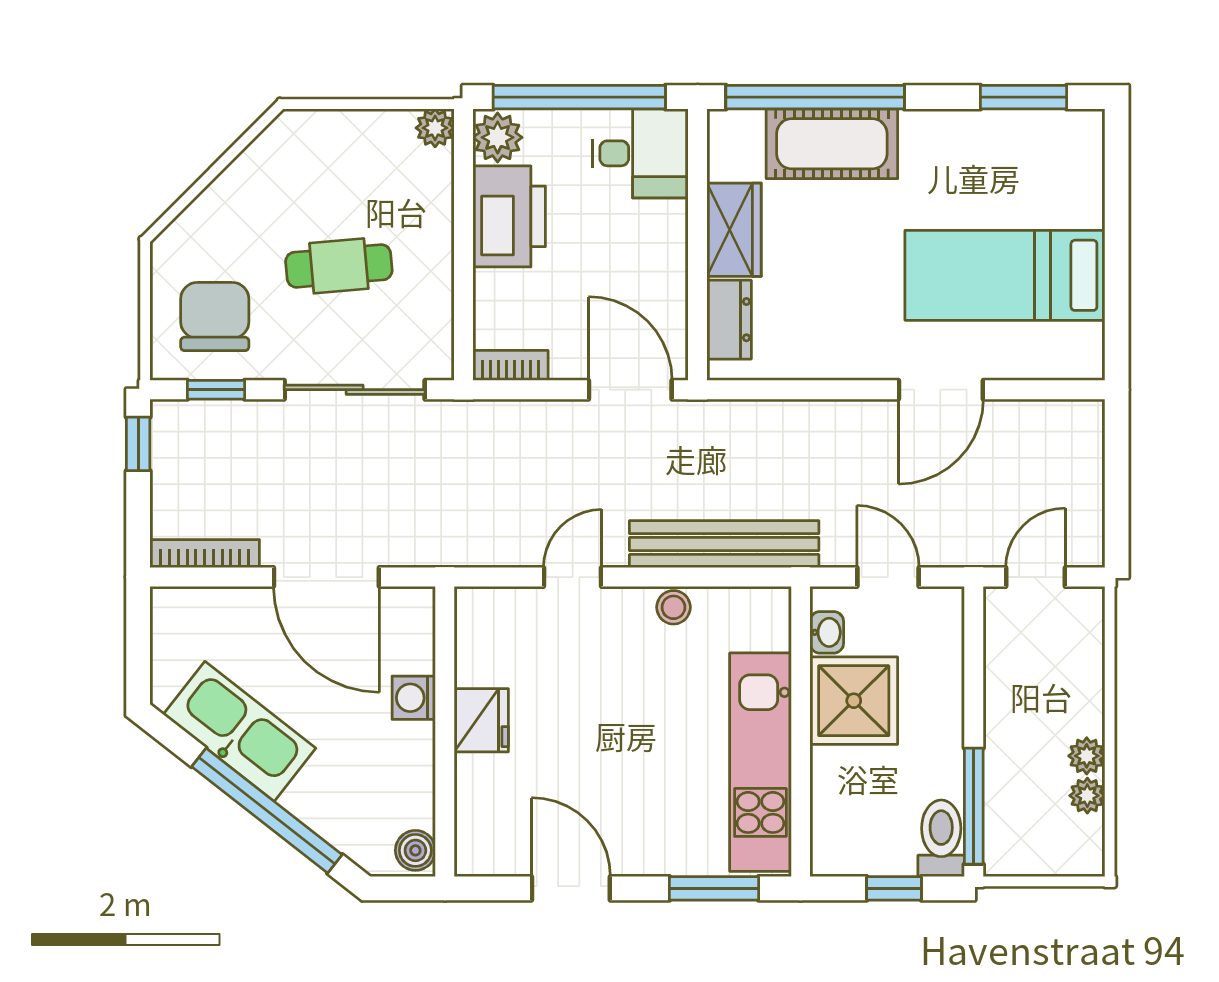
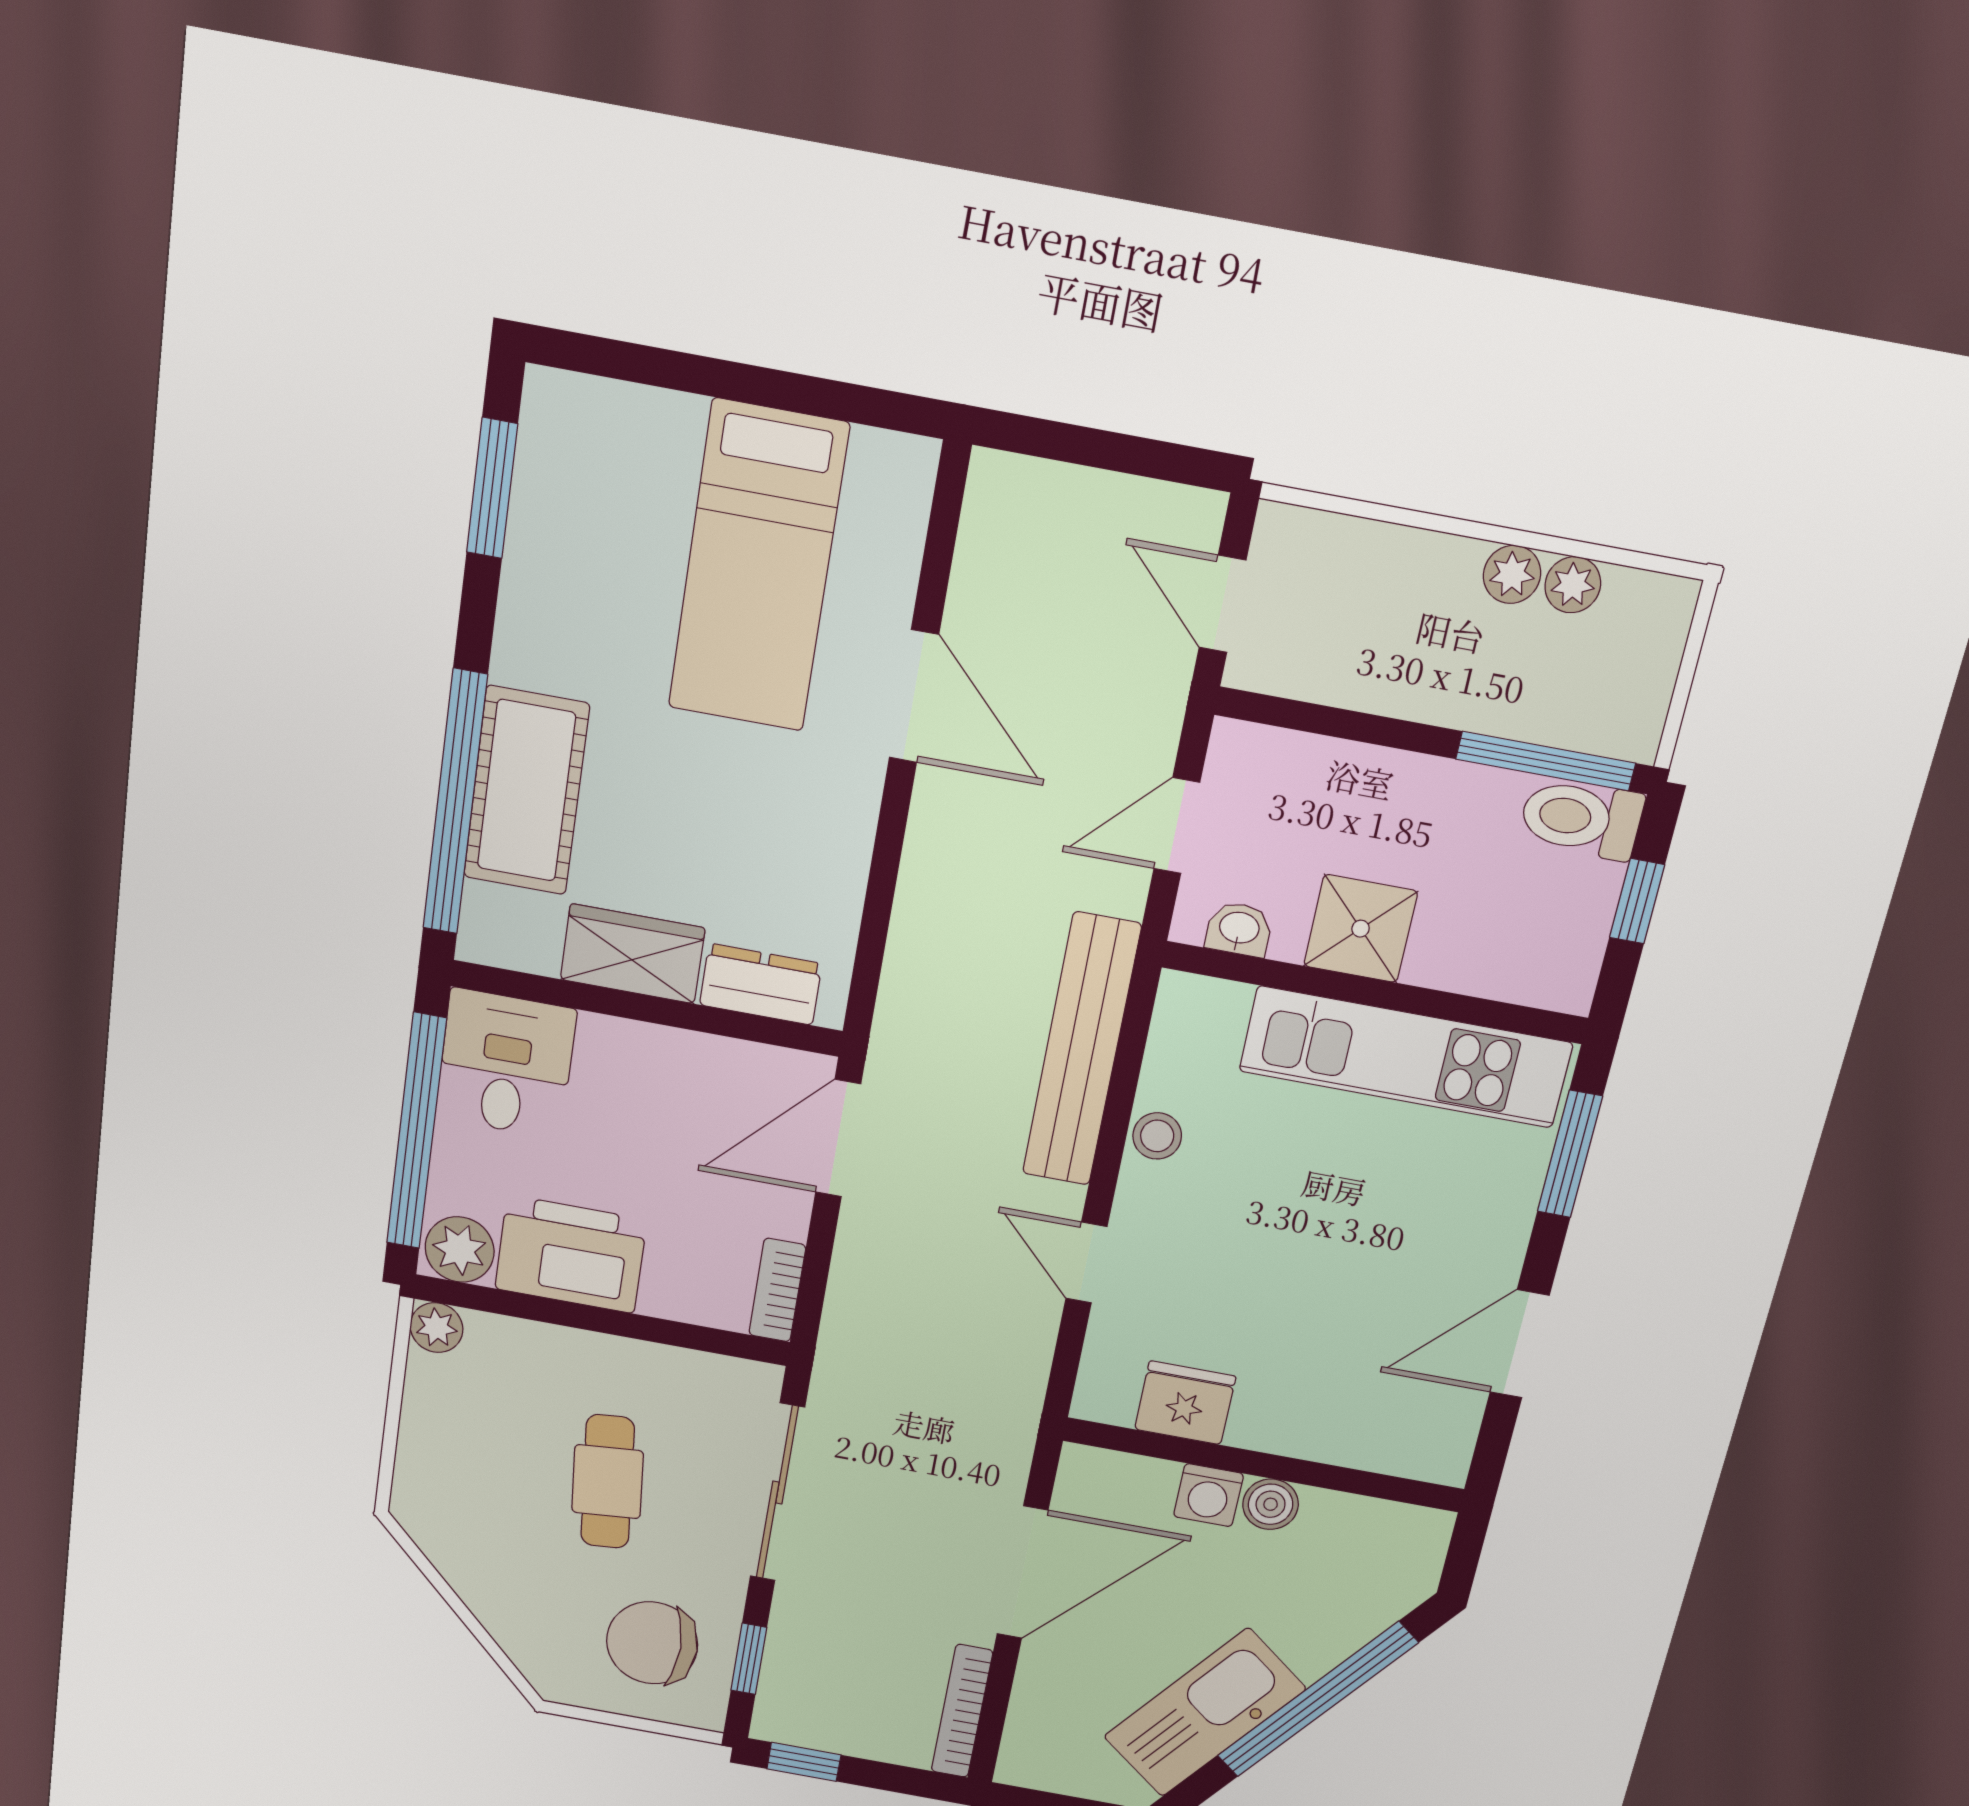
shower: (854, 701) -> (1361, 929), width x0.73, depth x0.73
fridge: (481, 720) -> (1185, 1403), moved
boiler: (415, 850) -> (1271, 1504), moved

